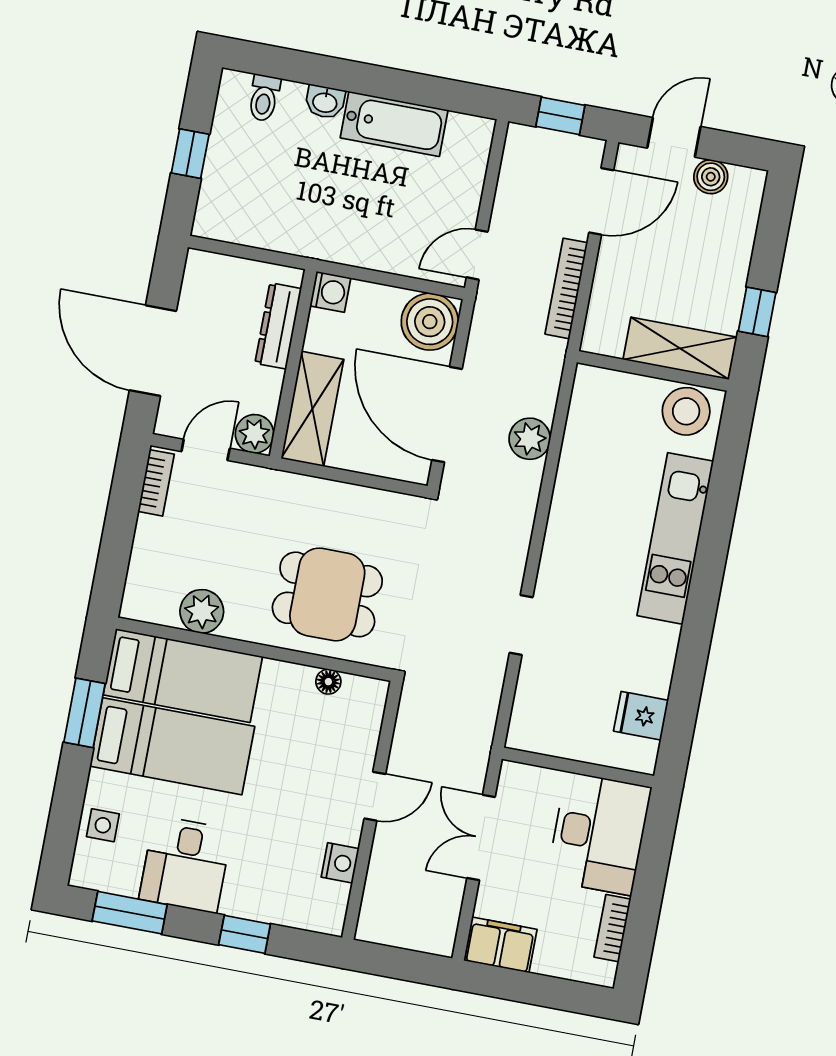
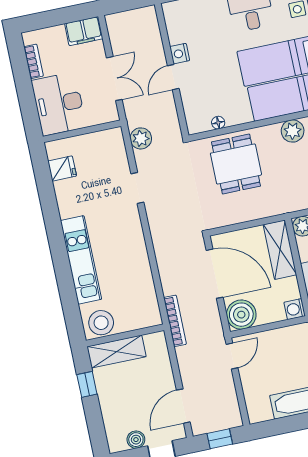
bookcase: (566, 288) -> (175, 321), moved
plant: (530, 439) -> (141, 138), moved
dining table: (327, 594) -> (236, 164), turned 90
nightstand: (340, 863) -> (180, 54), moved

